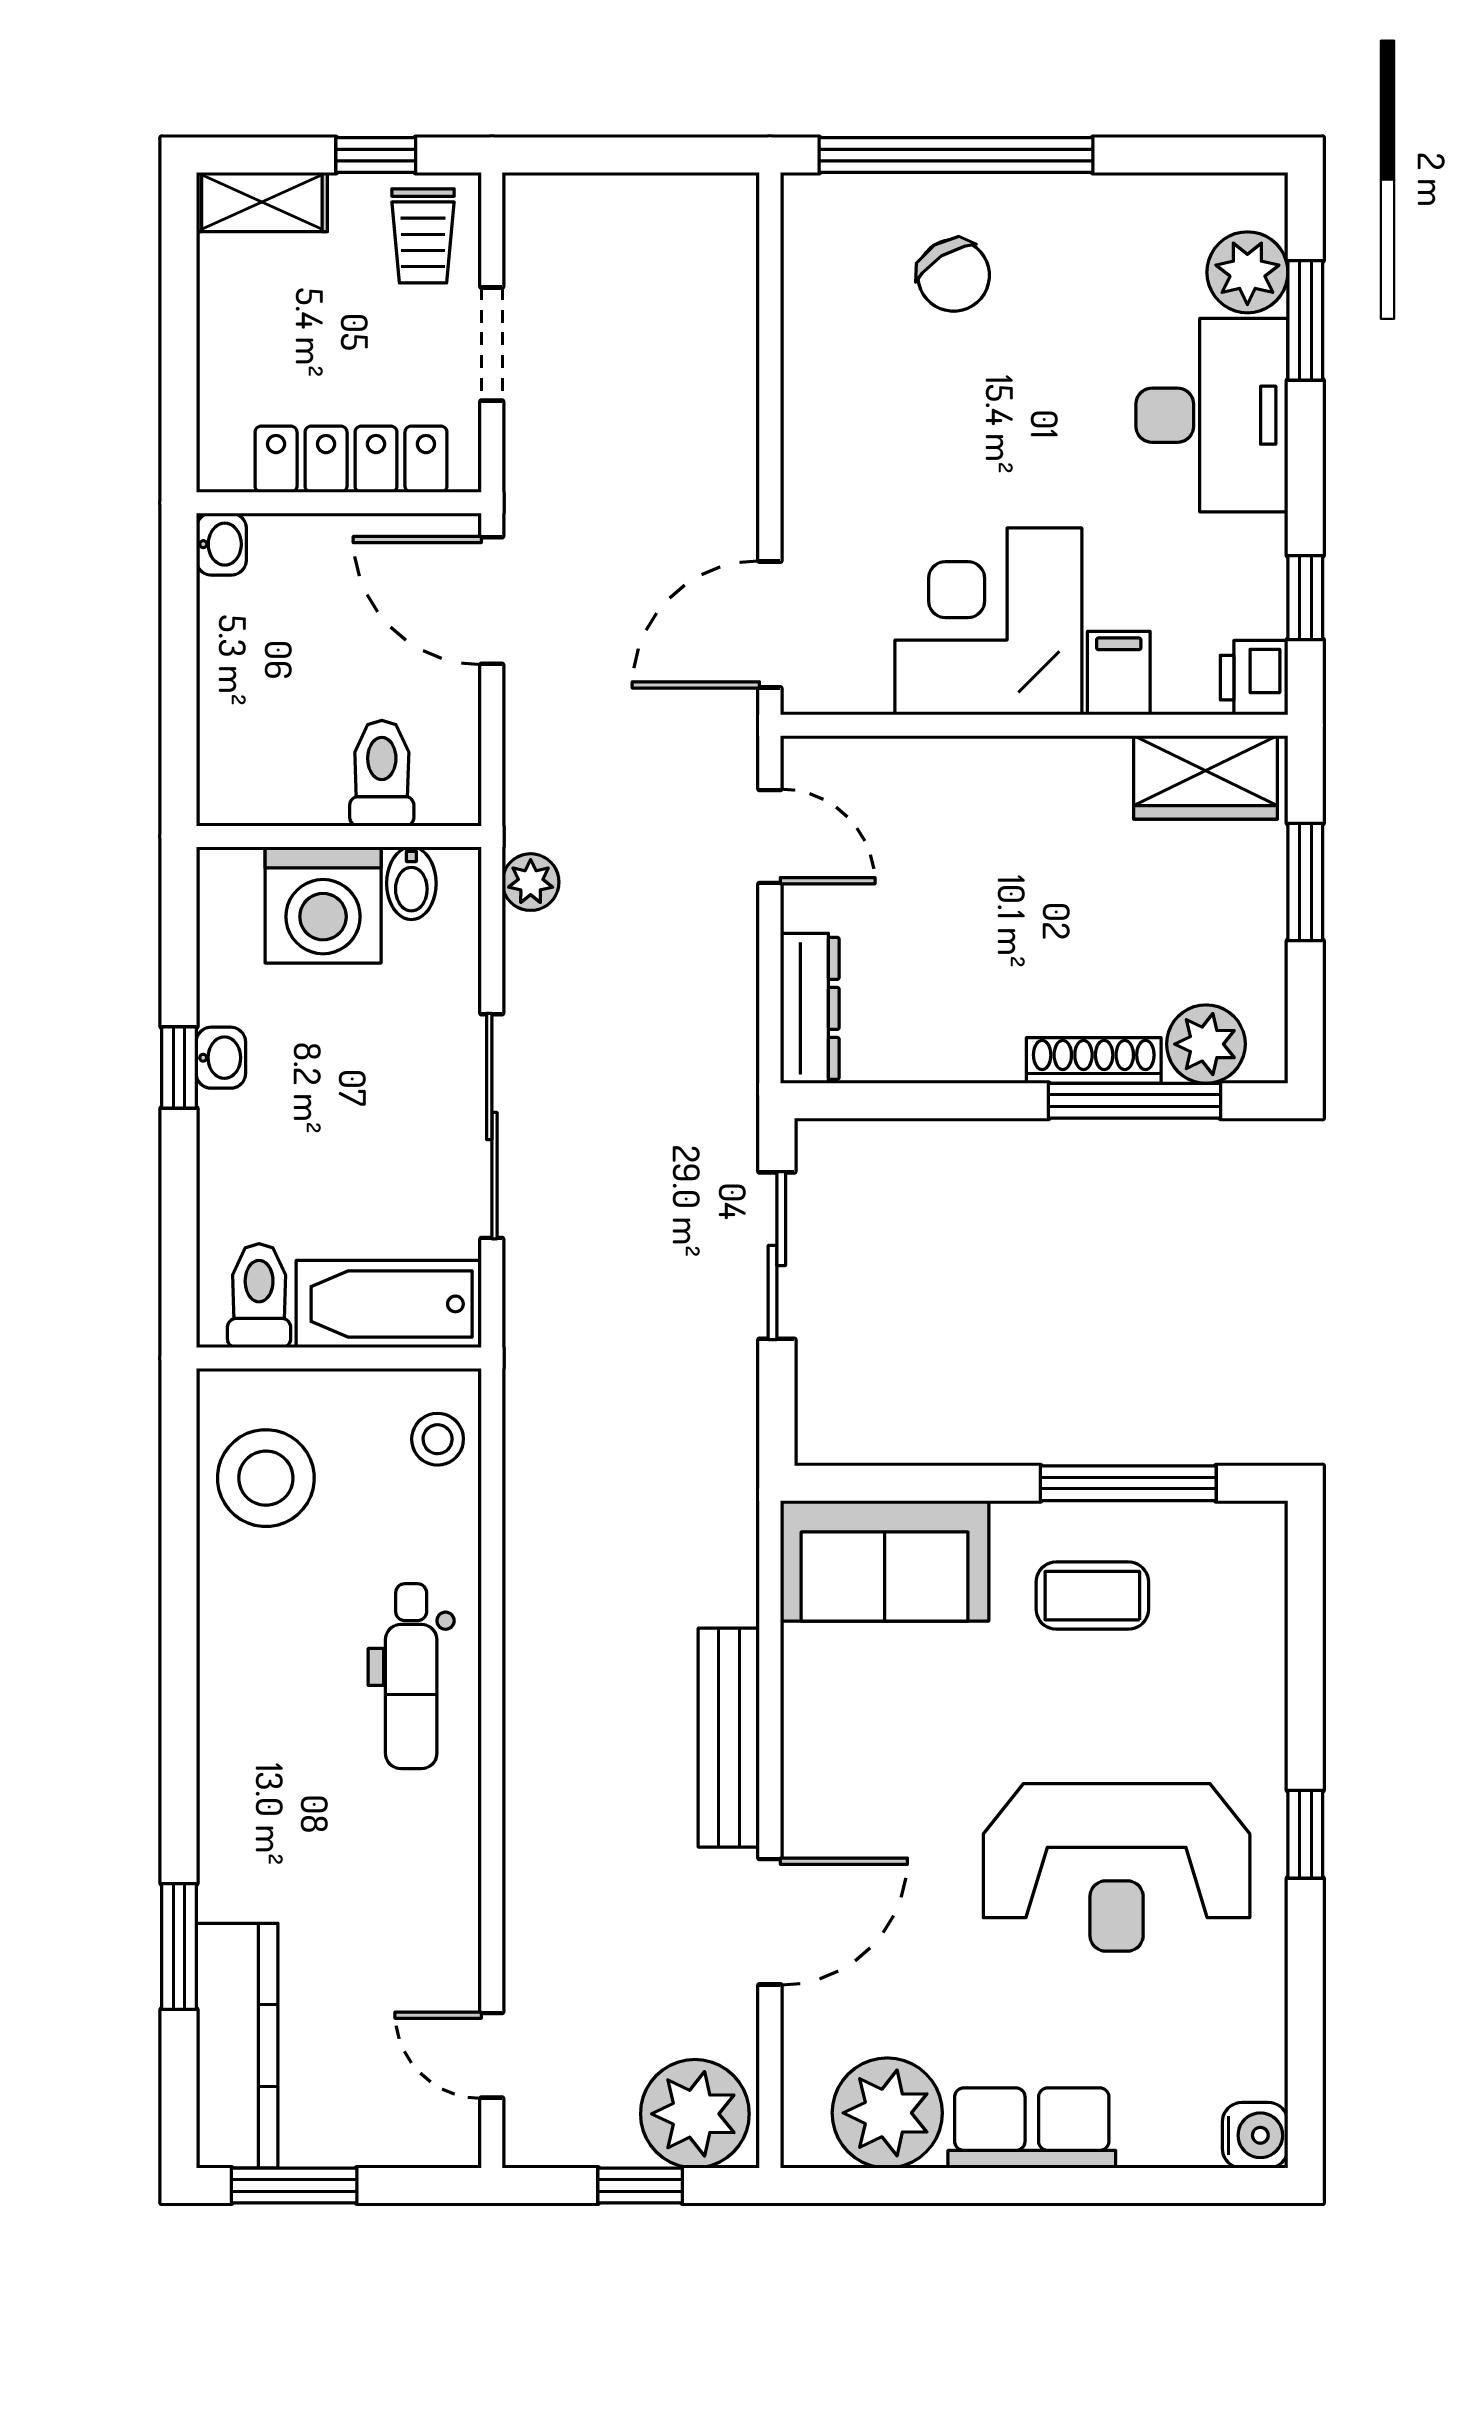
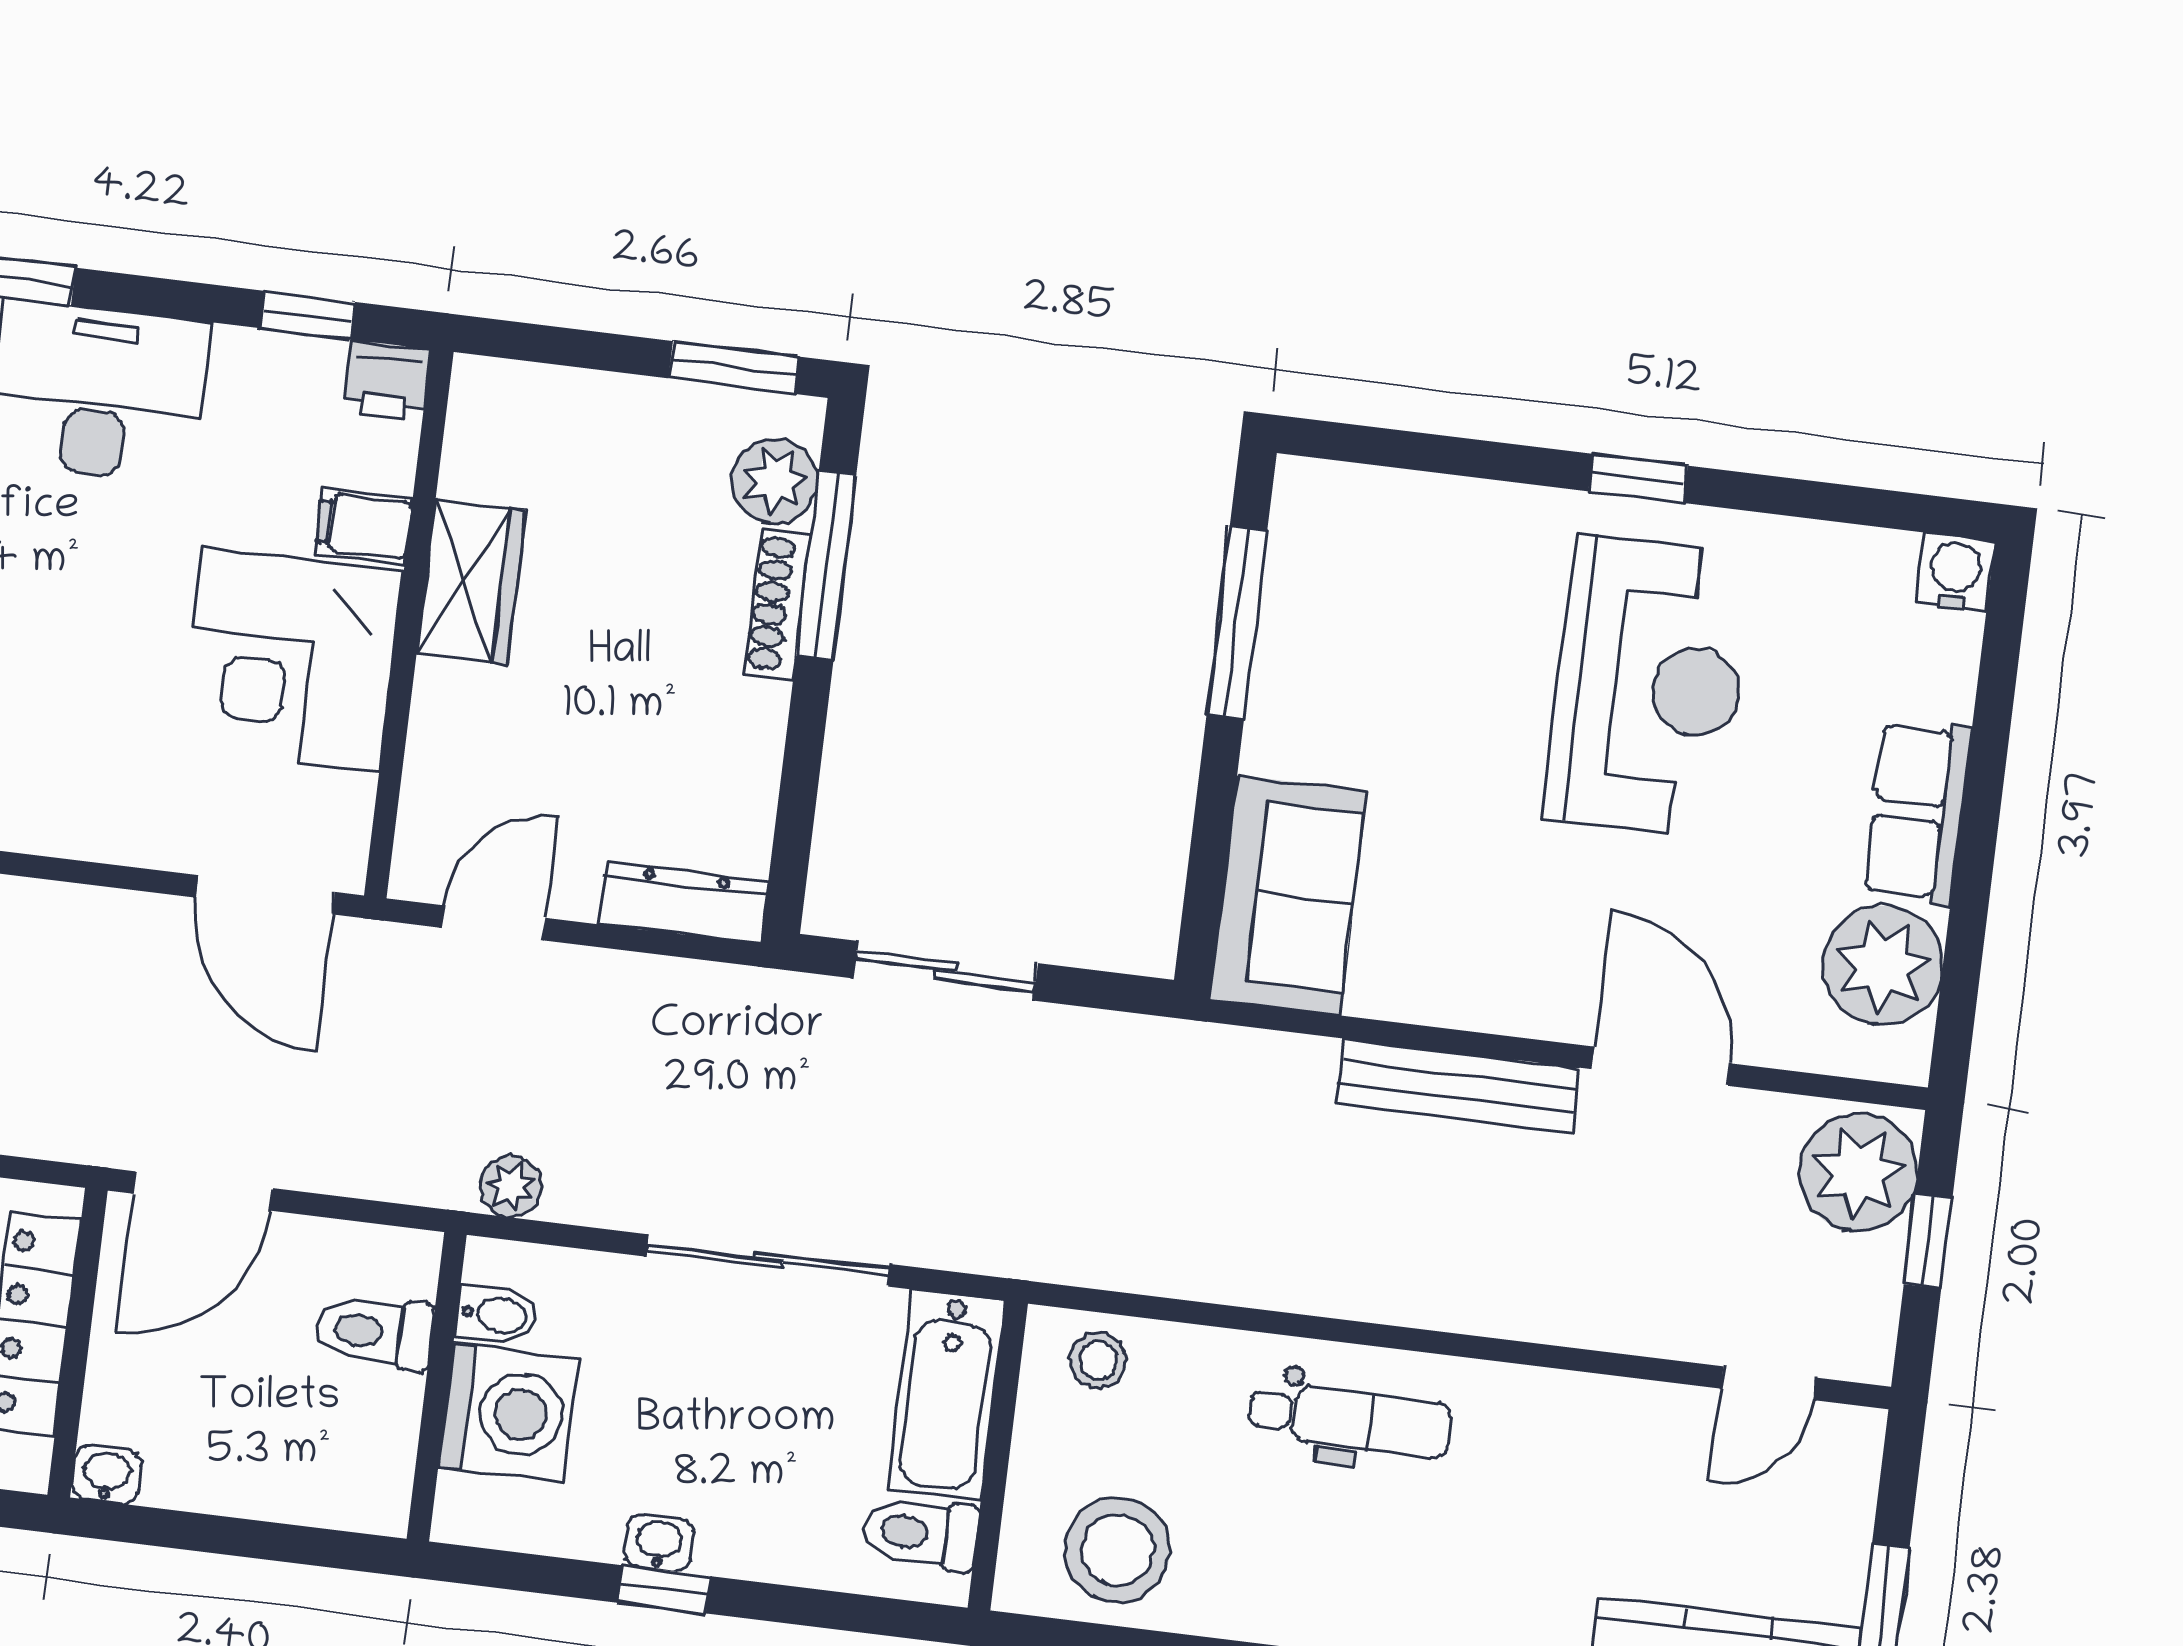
wardrobe: (1206, 777) -> (471, 582), moved
window: (1305, 882) -> (734, 367), moved
coffee table: (1092, 1596) -> (1353, 676), removed

